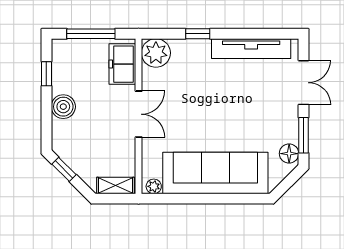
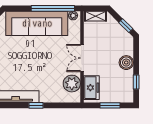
window: (91, 34) -> (110, 105), width x0.69
window: (198, 34) -> (36, 105), moved
plant: (156, 53) -> (72, 84), moved
window: (188, 199) -> (53, 8), added

